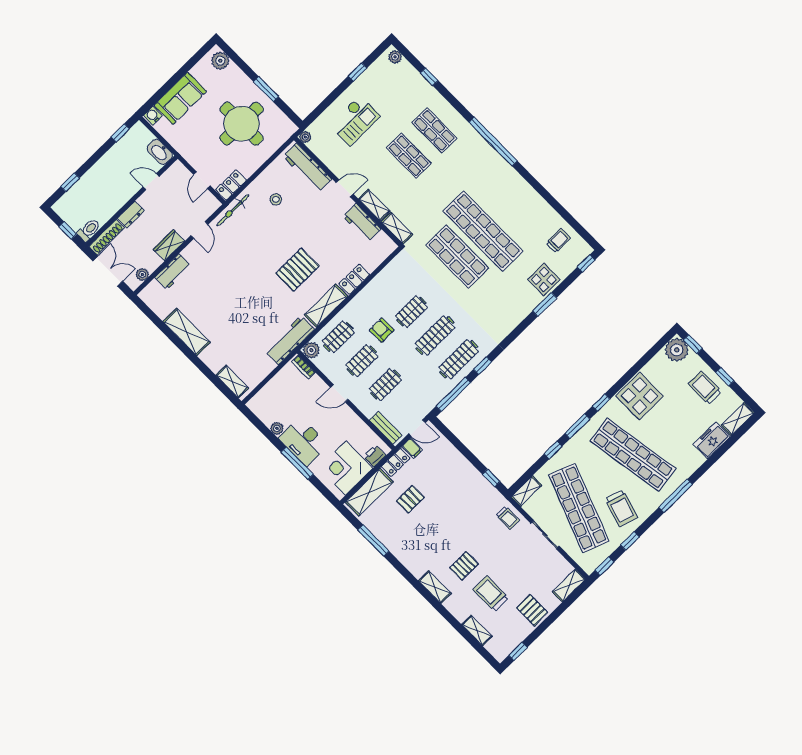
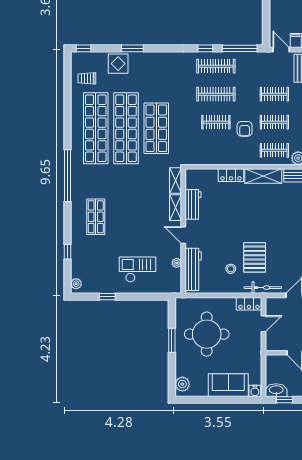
plant: (305, 137) -> (177, 263), moved
washbasin: (160, 152) -> (276, 390), moved, turned -90
shop shelf: (409, 156) -> (96, 128), moved, width x2.00, depth x1.36
pallet: (297, 270) -> (255, 257), moved, turned 90

